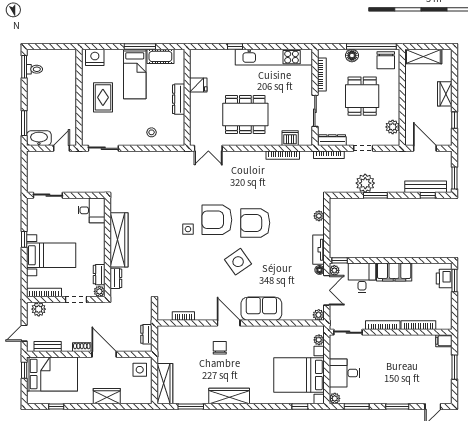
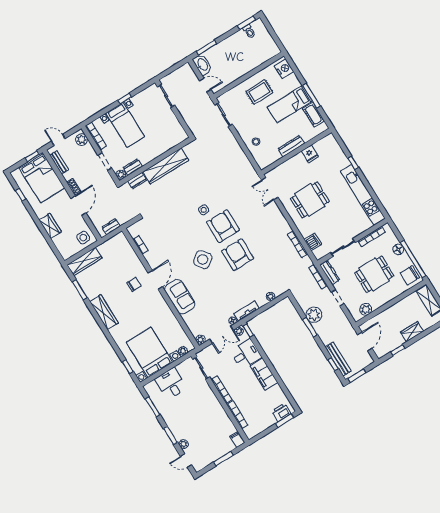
dining table: (245, 115) -> (310, 200), width x0.73
desk: (92, 210) -> (175, 133), removed
plant: (335, 398) -> (184, 444), moved

